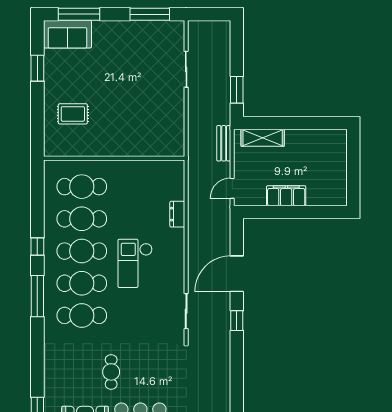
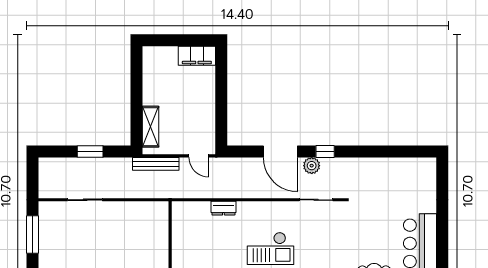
window: (237, 90) -> (90, 151), moved
bench: (224, 143) -> (156, 164), width x1.36
filing cabinet: (286, 196) -> (197, 56), moved, turned -90
plant: (222, 306) -> (312, 166), added

